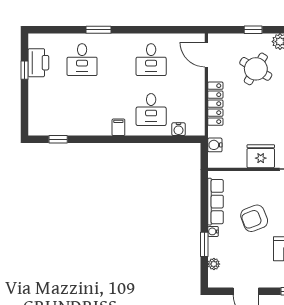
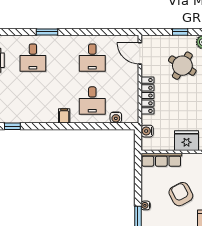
row of seats: (216, 202) -> (161, 160), moved, turned 90
armchair: (254, 218) -> (181, 194), turned 83

